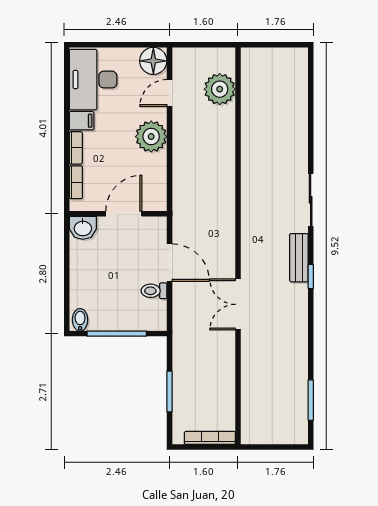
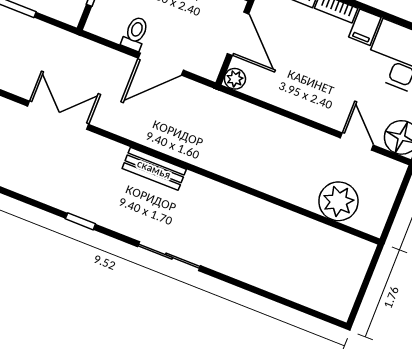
plant: (151, 137) -> (235, 79), moved, width x0.53, depth x0.53
bench: (299, 258) -> (154, 169), moved
double door: (238, 304) -> (58, 115), moved

